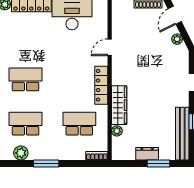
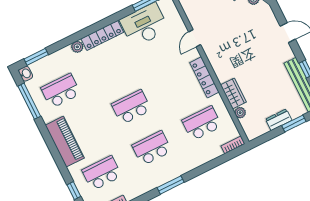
wardrobe: (119, 105) -> (233, 94), width x0.67
plant: (21, 153) -> (161, 178), removed
window: (46, 163) -> (171, 185), moved

